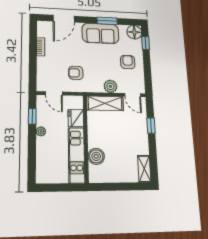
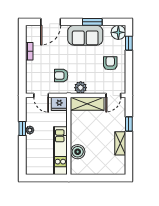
plant: (110, 86) -> (81, 88), moved
door: (133, 95) -> (113, 95), hinge flipped
window: (32, 116) -> (22, 128), moved
fridge: (76, 118) -> (59, 104), moved, turned -90
shelving: (144, 169) -> (120, 143), moved

